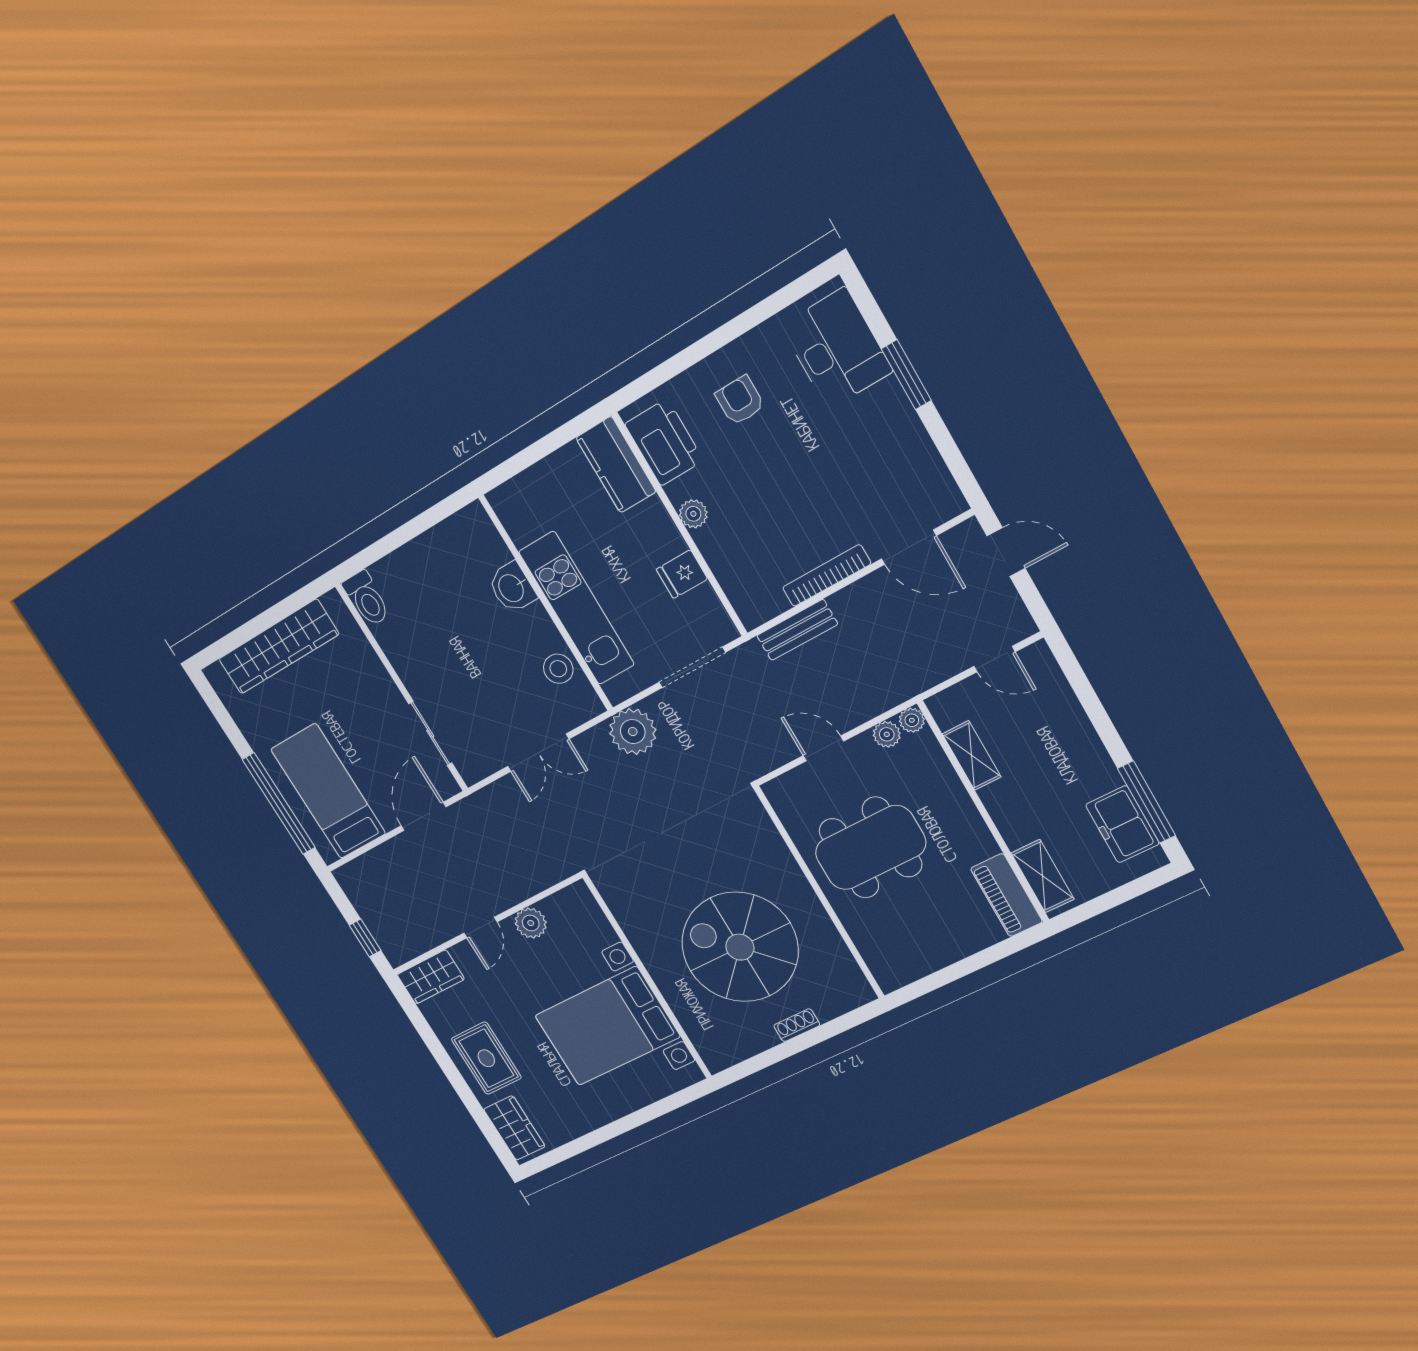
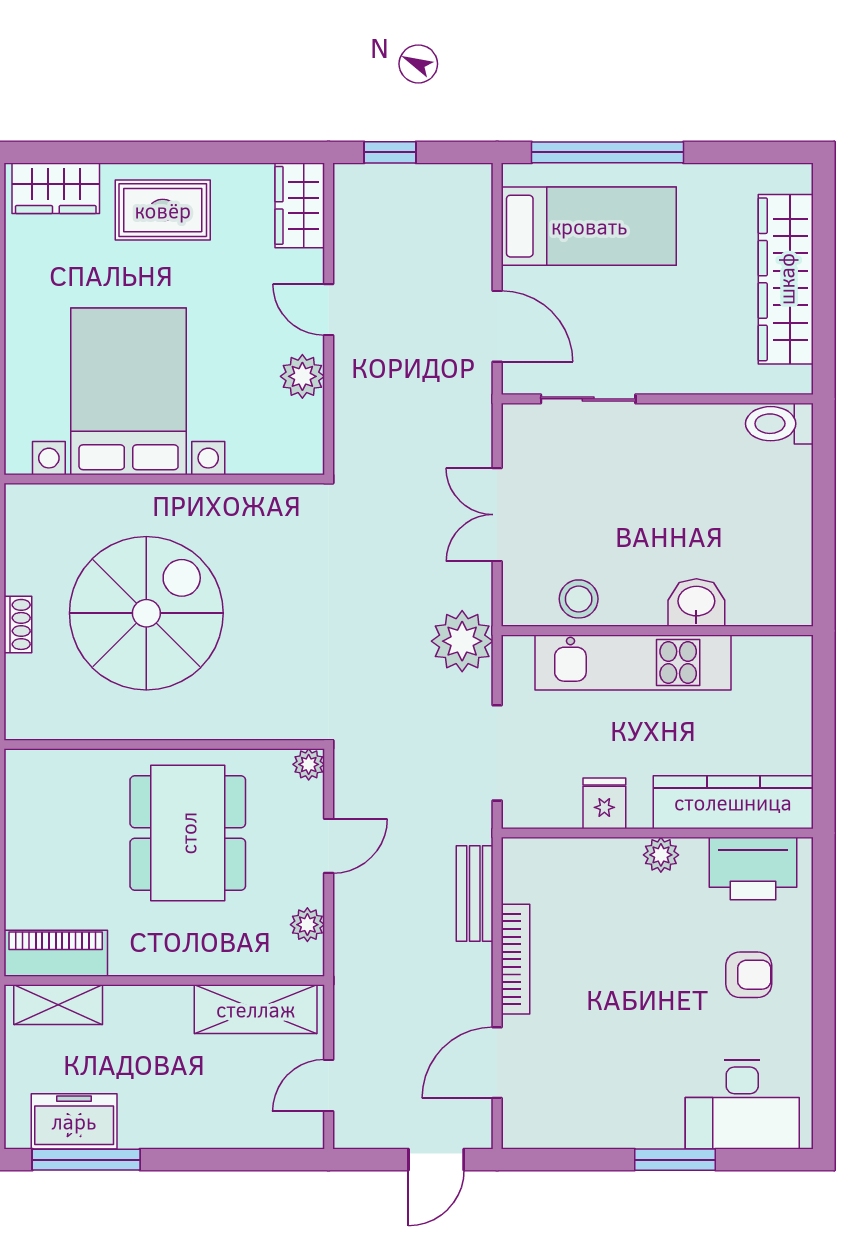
kitchen counter: (616, 465) -> (733, 802), width x1.50
plant: (912, 720) -> (309, 764), moved
shelving: (972, 755) -> (256, 1009), width x1.50, depth x1.33

